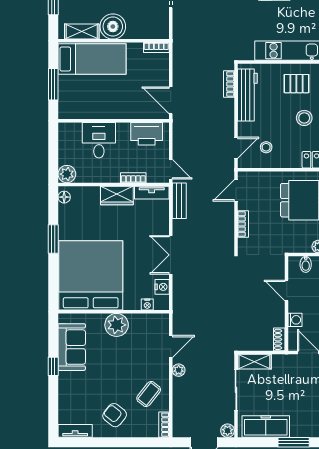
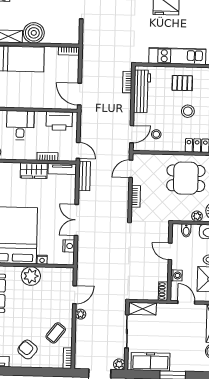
nightstand: (147, 305) -> (42, 260), moved

